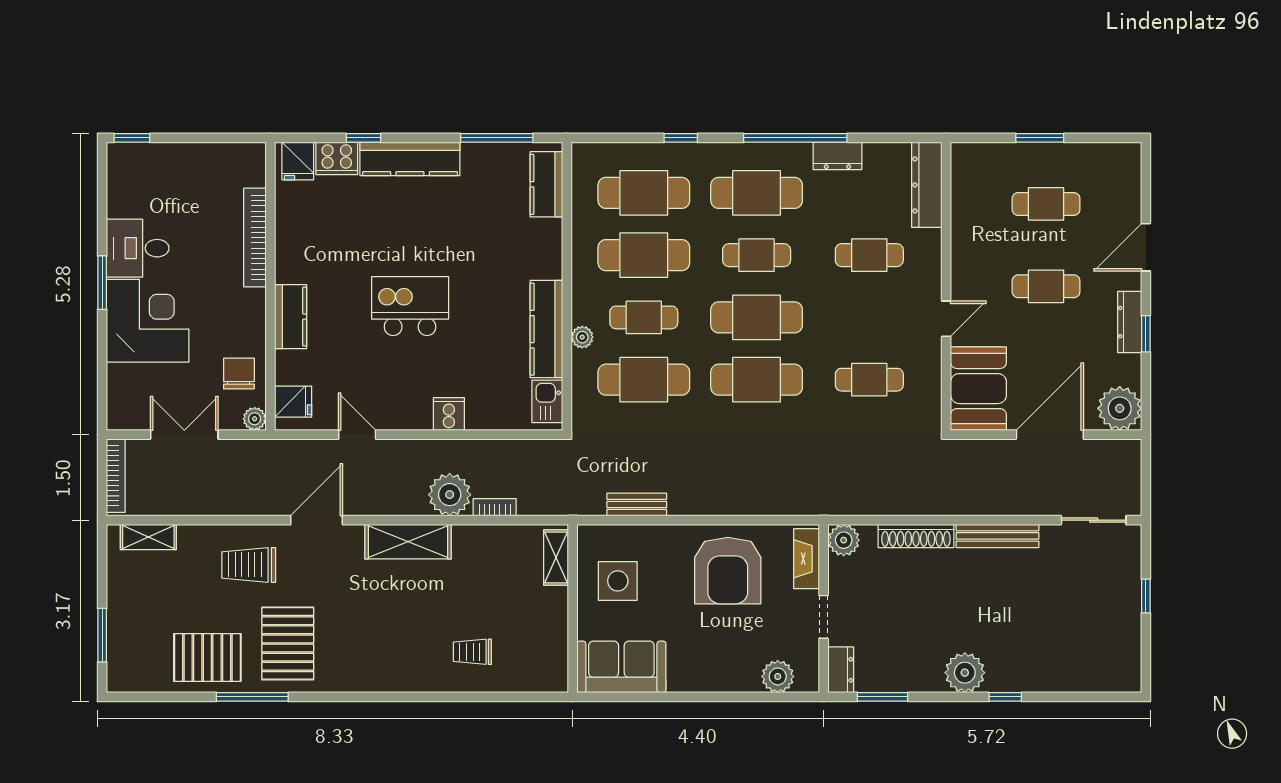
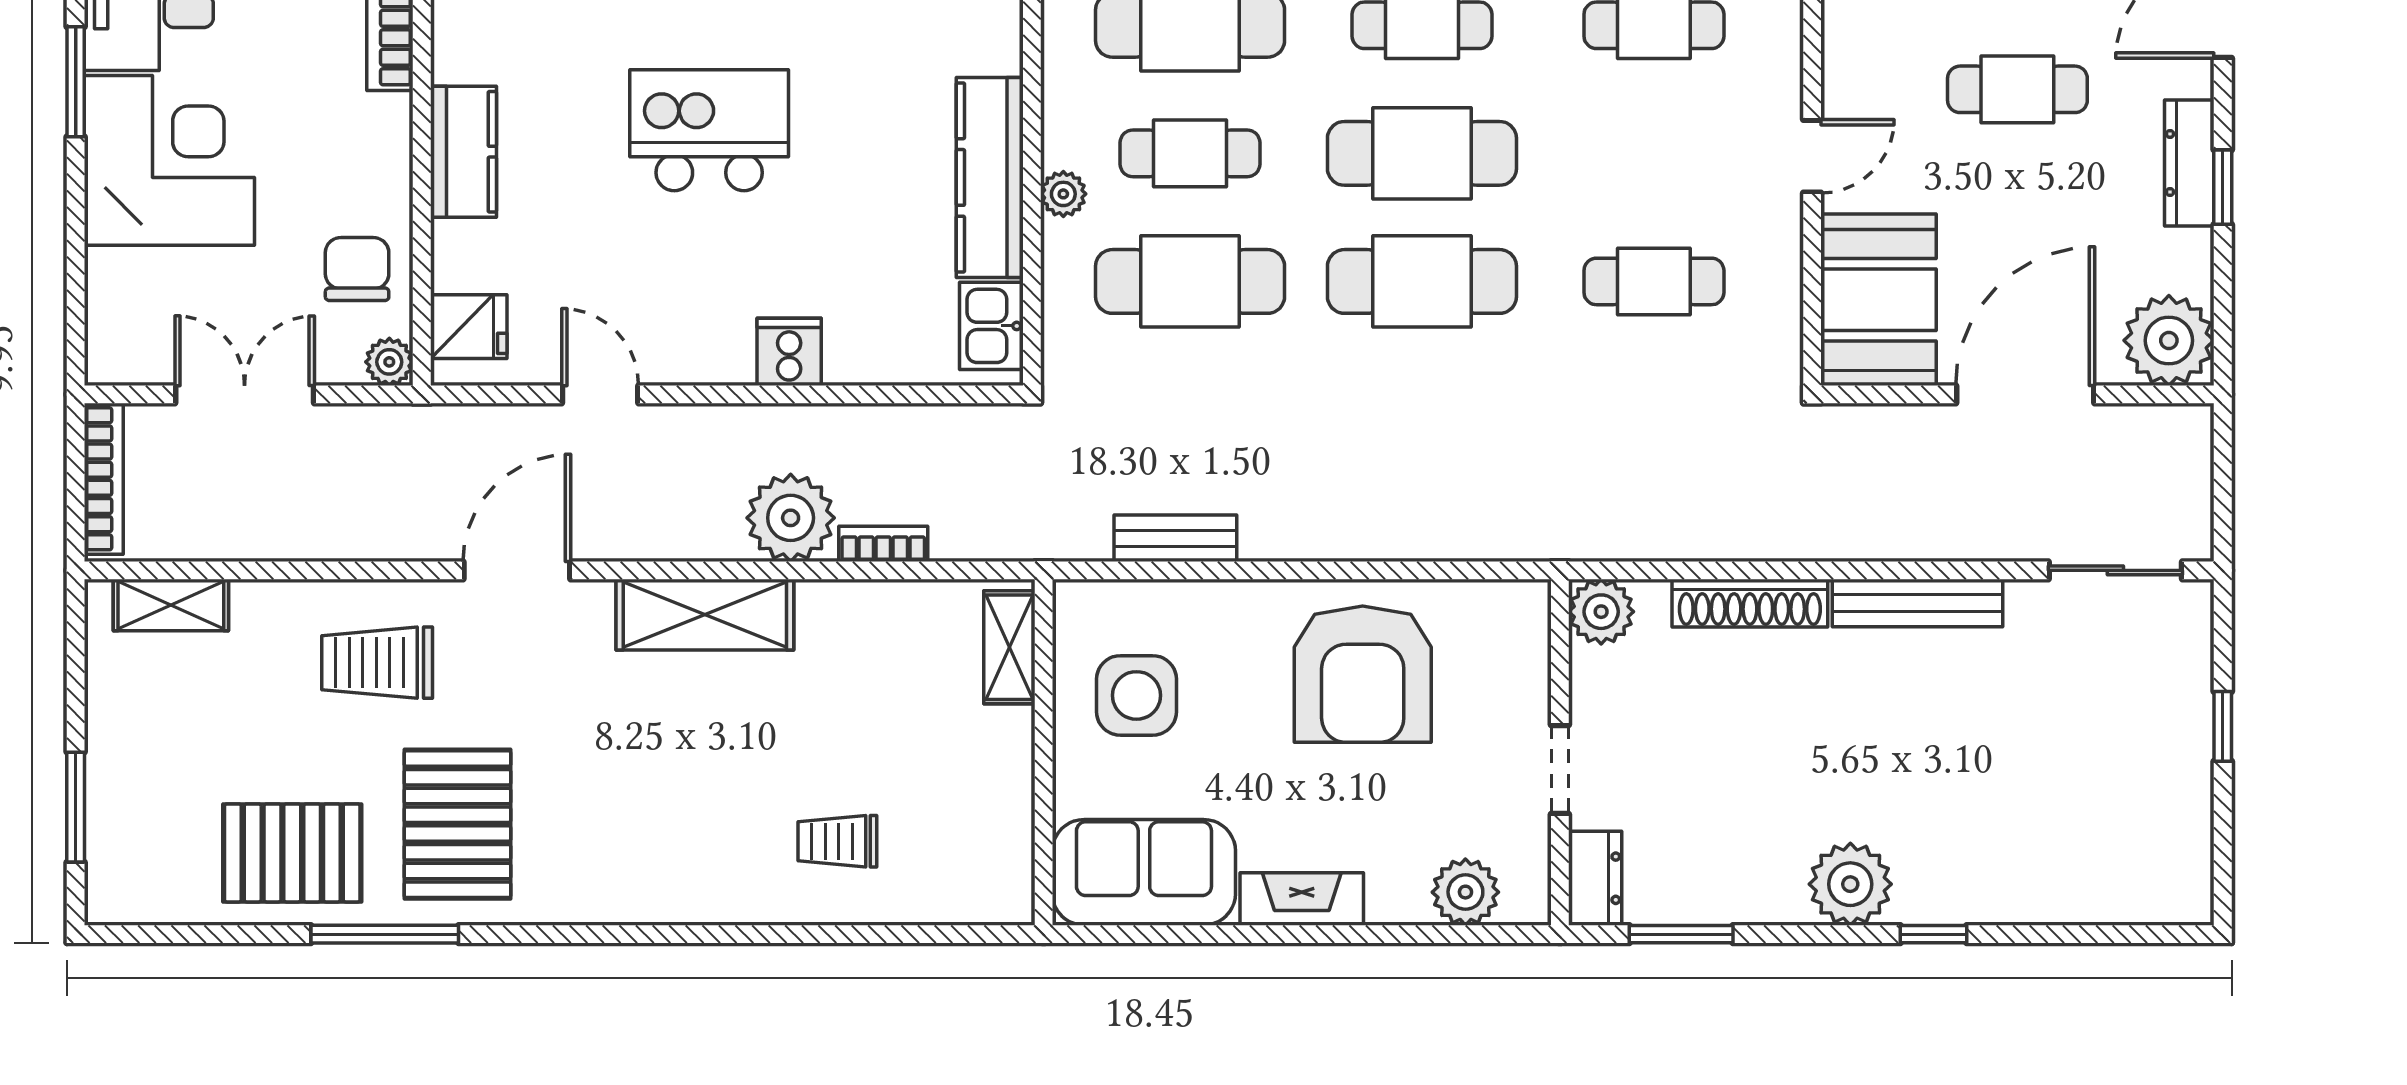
fireplace: (807, 559) -> (1302, 899), moved, turned 90

